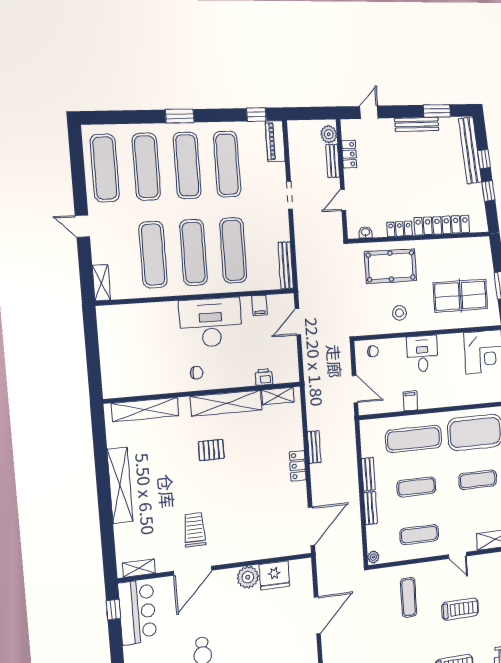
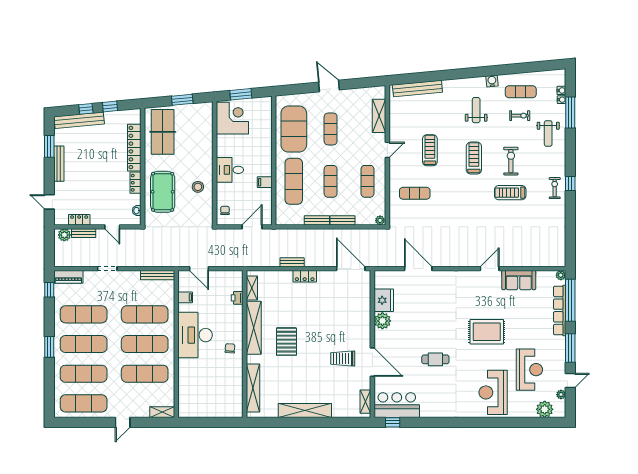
table tennis table: (460, 296) -> (163, 132), moved
pallet: (211, 450) -> (286, 342), width x1.50, depth x1.42

